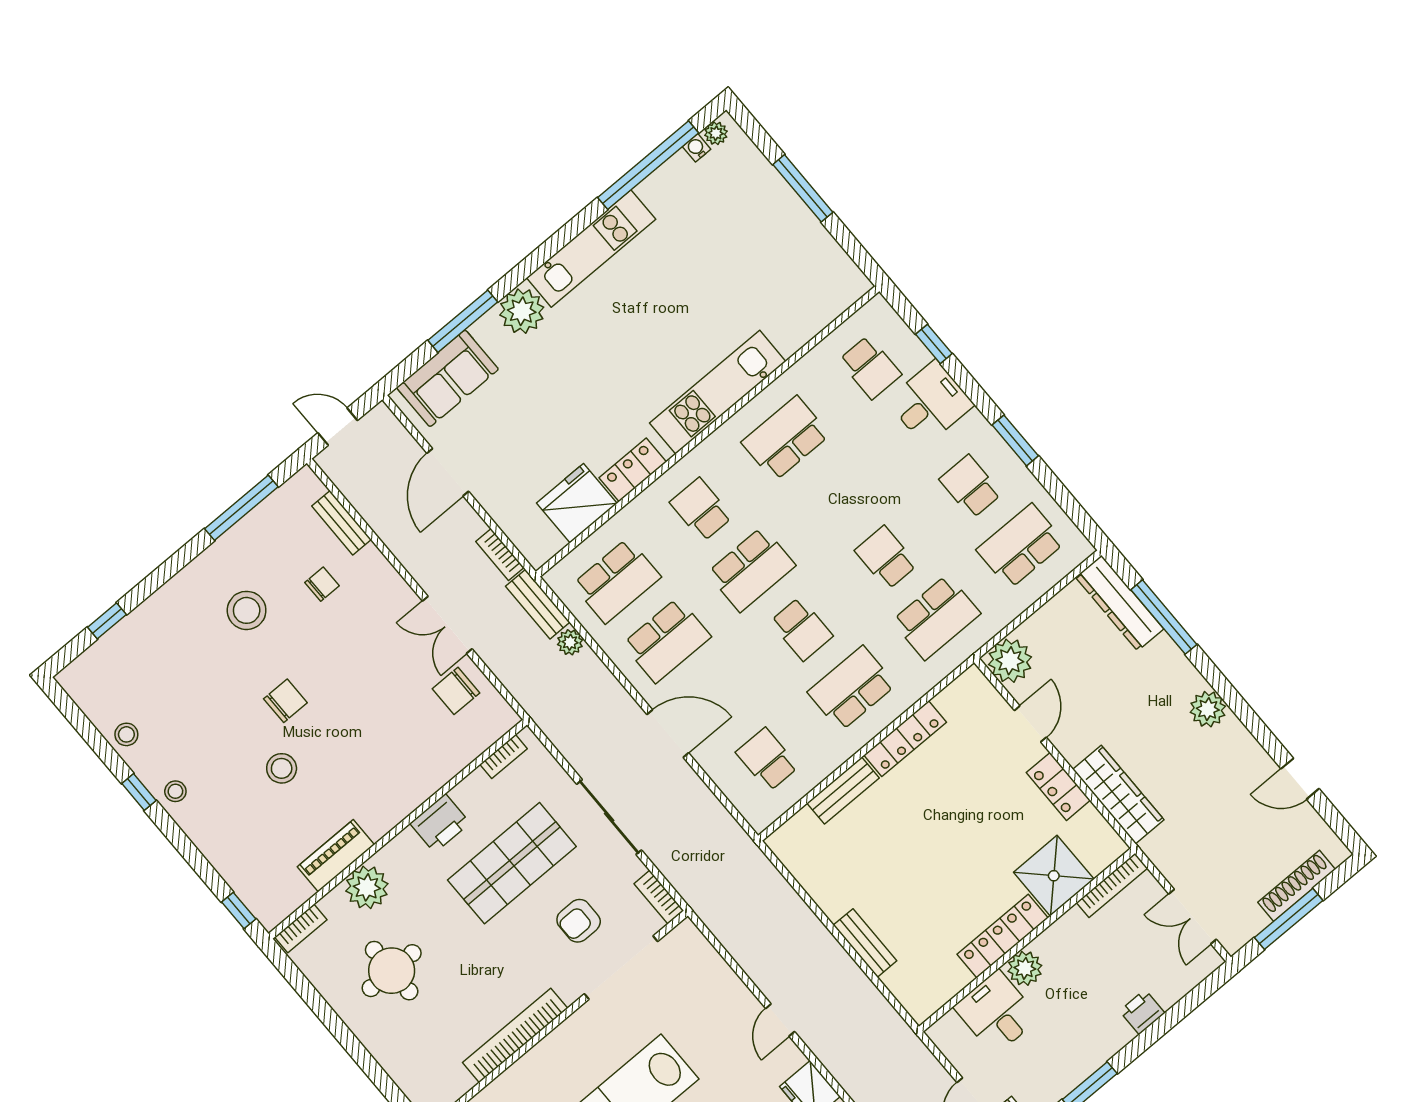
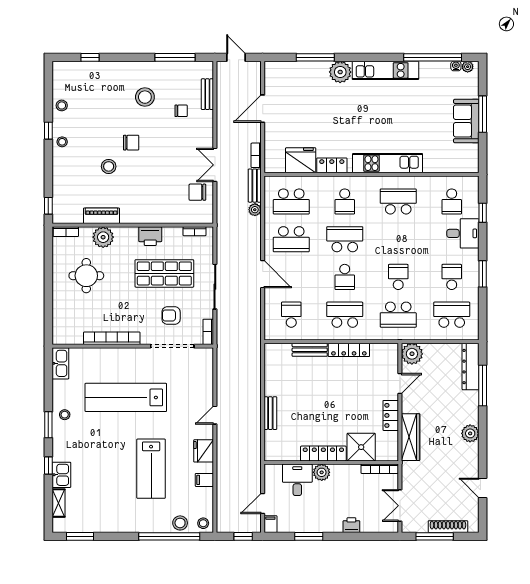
sofa: (448, 378) -> (466, 121), moved, turned 90
school desk: (701, 510) -> (345, 201), turned 180
school desk: (751, 569) -> (345, 239), turned 180

